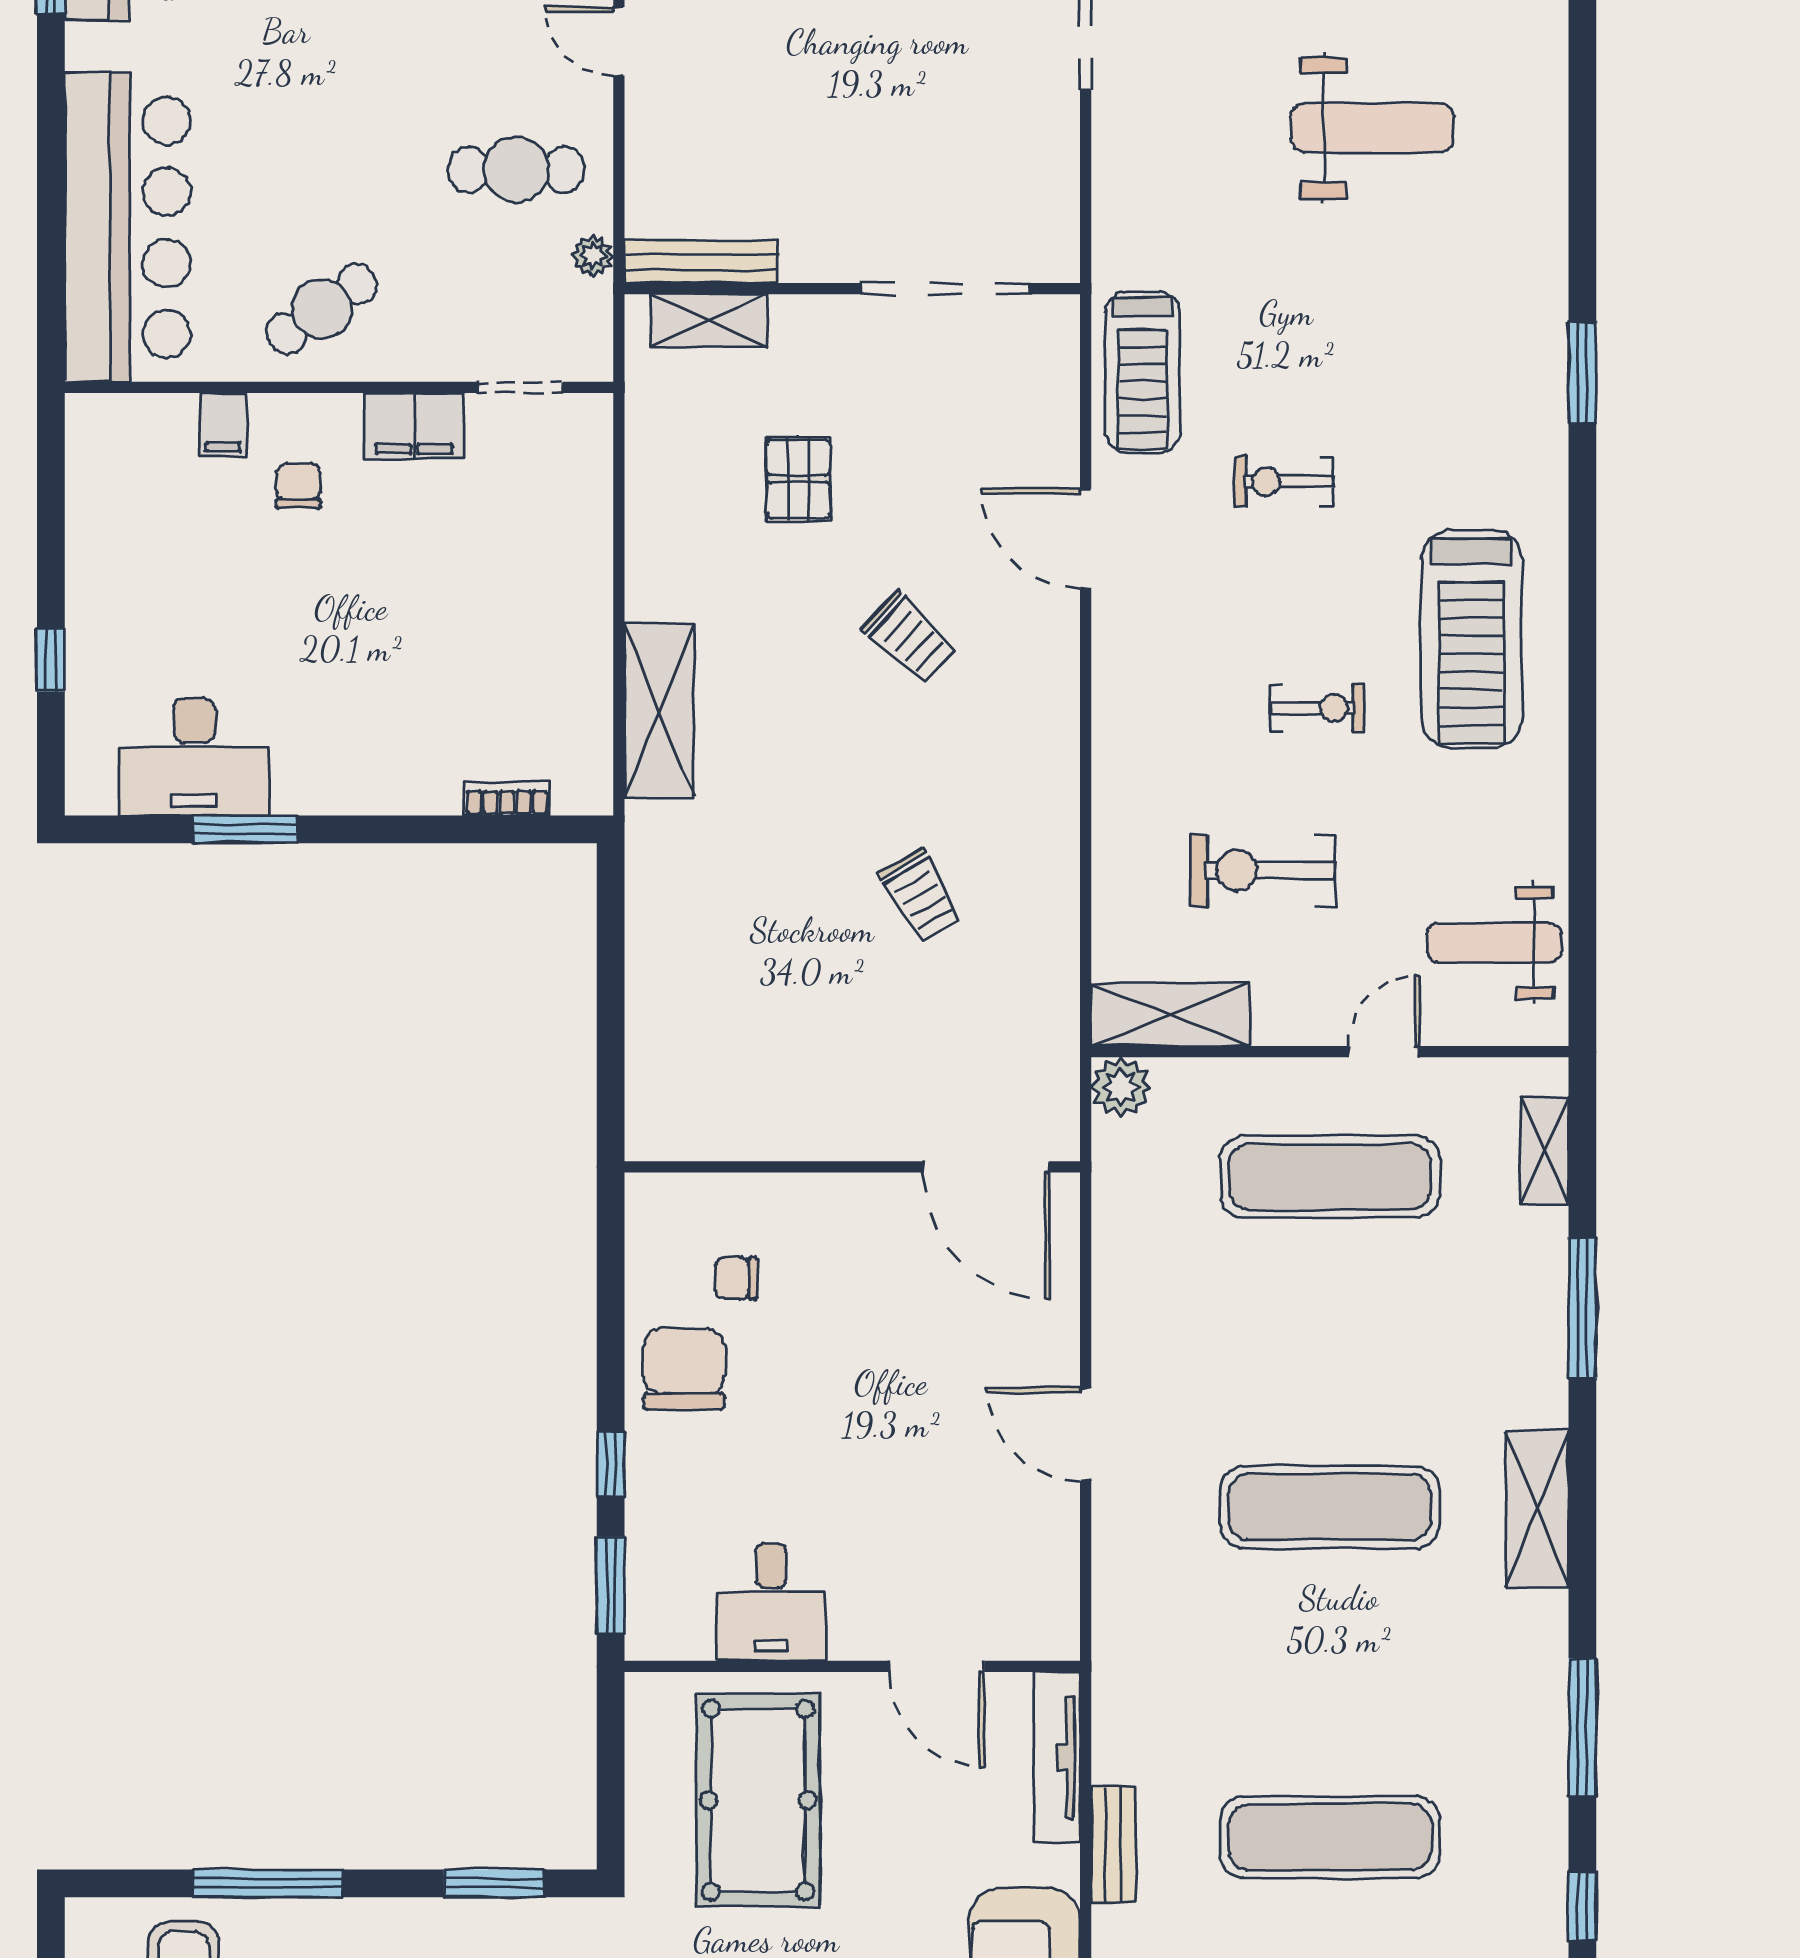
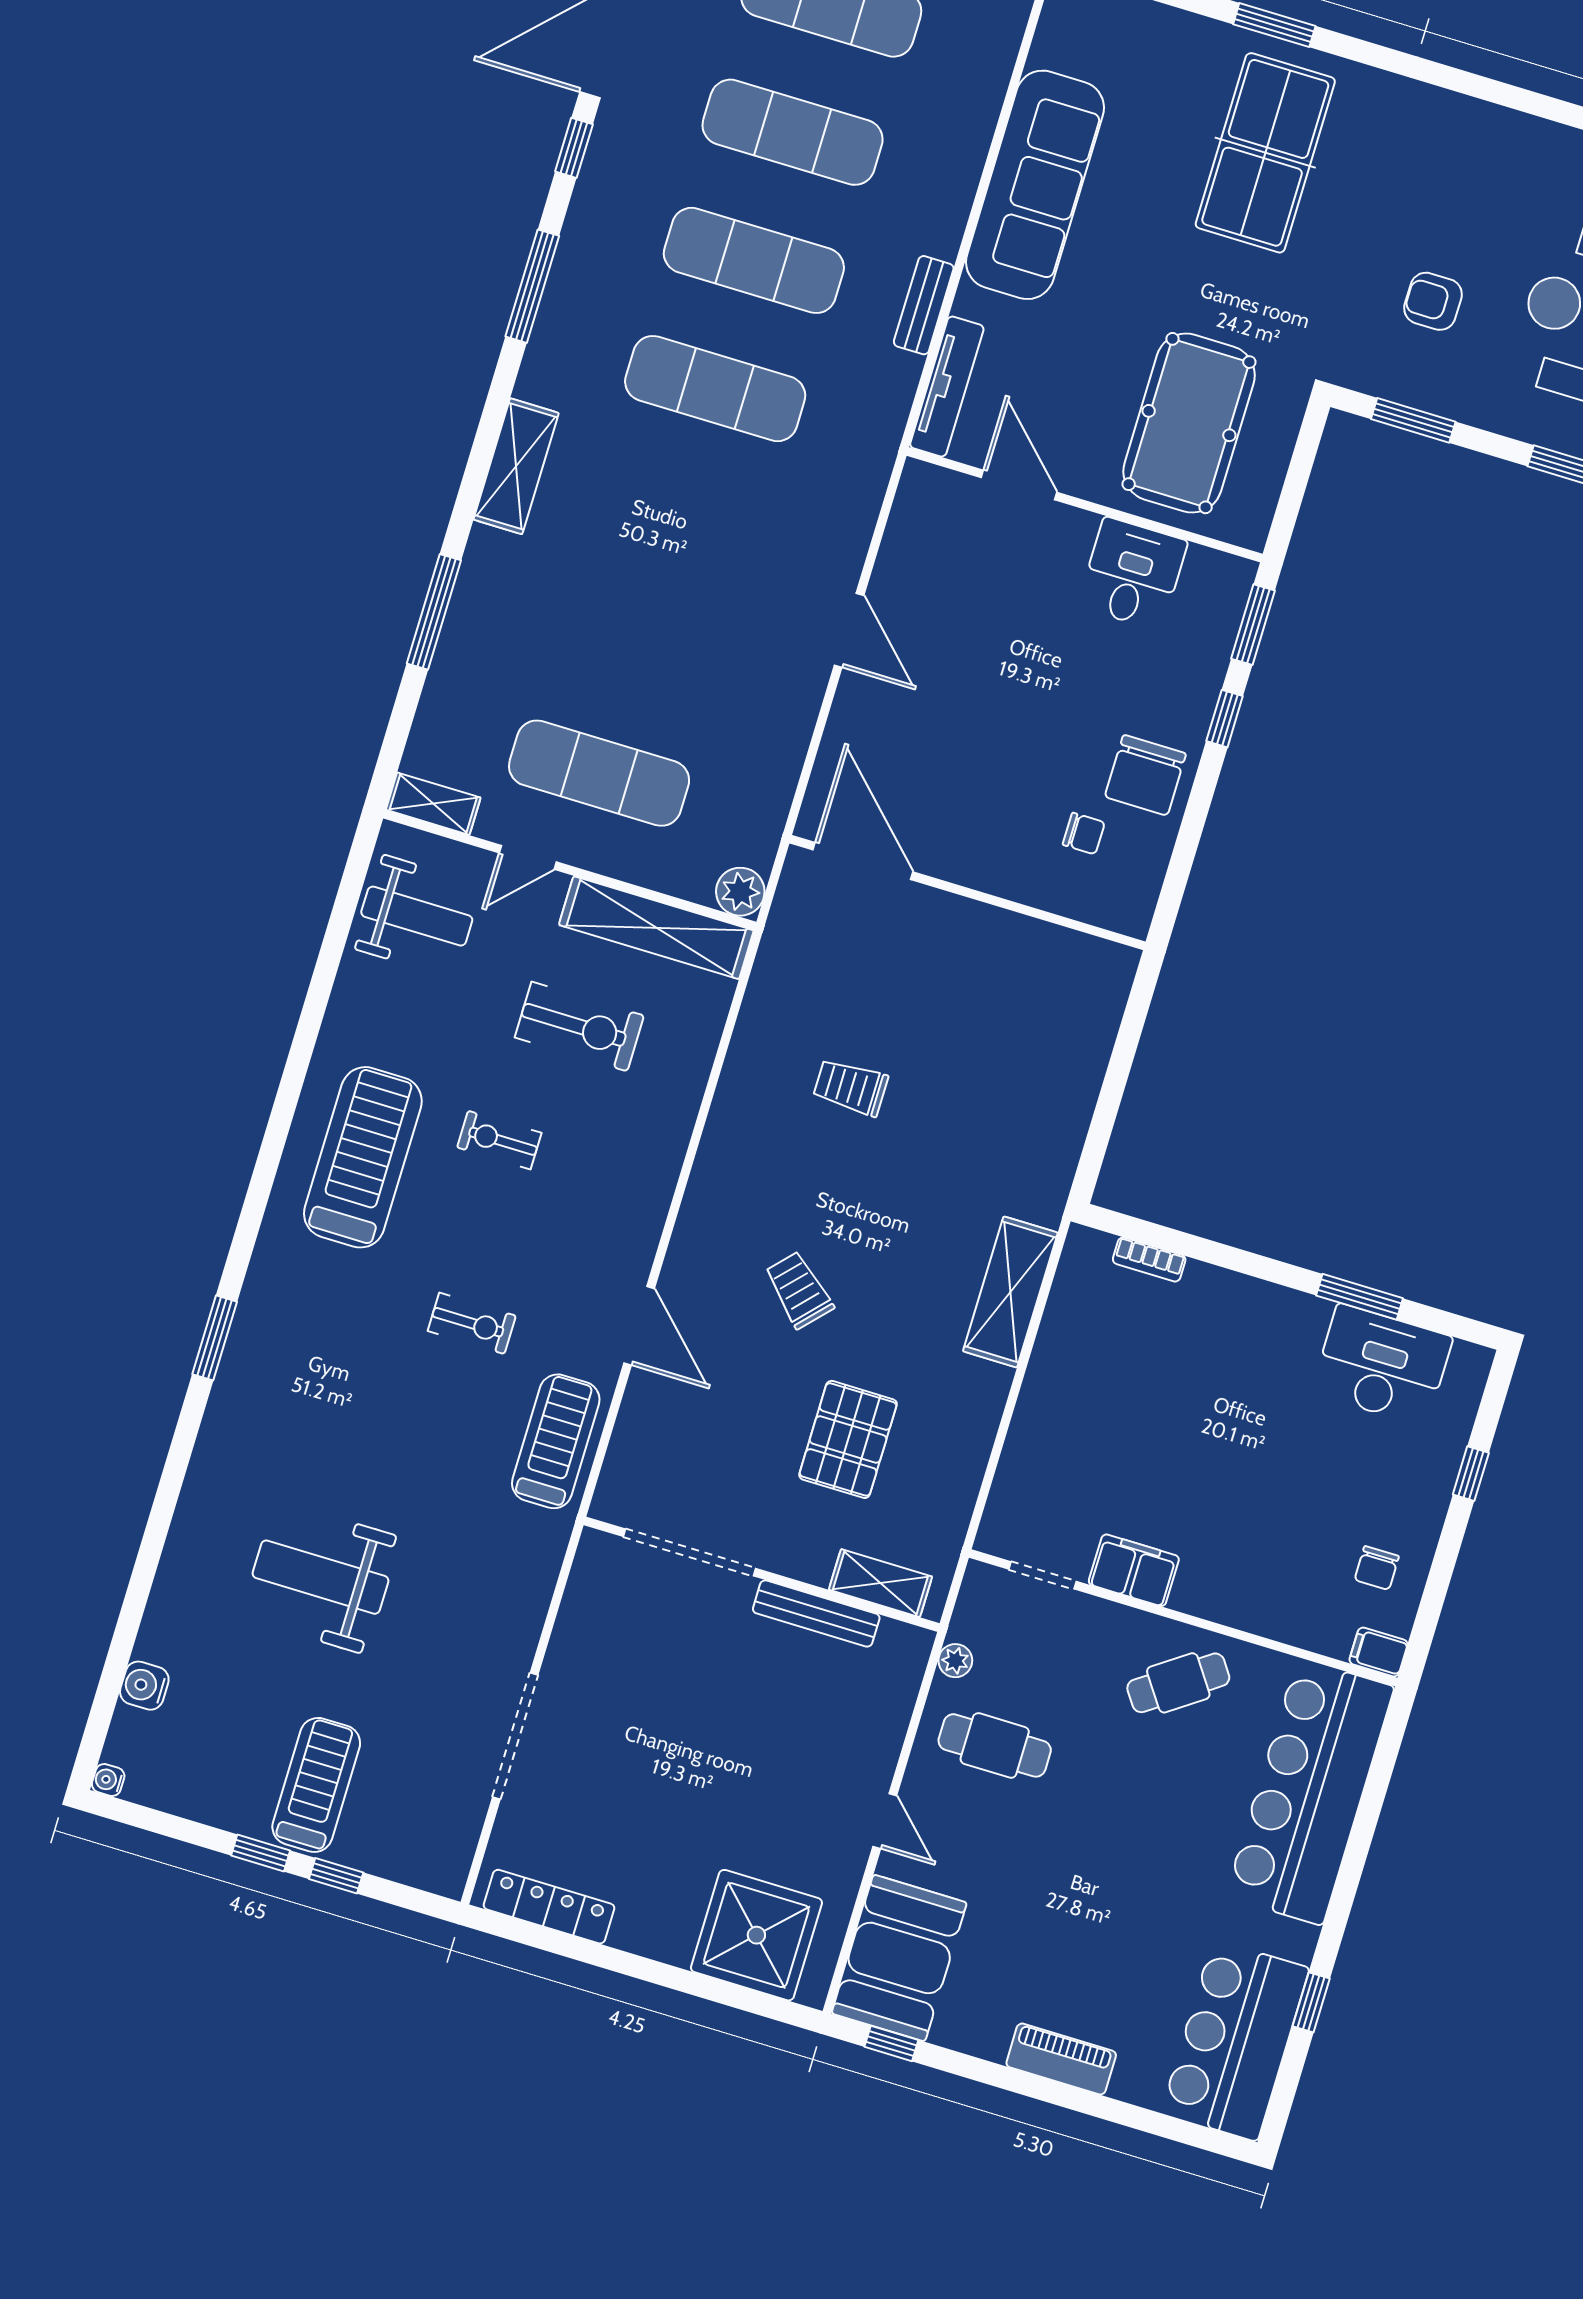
bench: (701, 262) -> (816, 1613), moved
filing cabinet: (223, 425) -> (1379, 1652), moved, turned -90
pallet: (798, 479) -> (848, 1439), width x1.50, depth x1.42
chair: (298, 486) -> (1377, 1568), moved
trolley: (921, 895) -> (851, 1087), turned -60
shelving: (1170, 1015) -> (656, 928), width x1.47
shelving: (1544, 1151) -> (433, 804), moved, turned 90
exercise mat: (1330, 1507) -> (715, 389), moved

